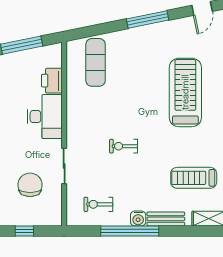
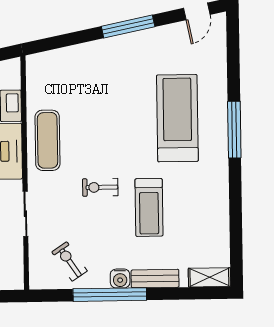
exercise mat: (96, 62) -> (47, 140), moved
treadmill: (194, 178) -> (149, 207), moved, turned -90
exercise bike: (98, 204) -> (69, 261), turned 56

